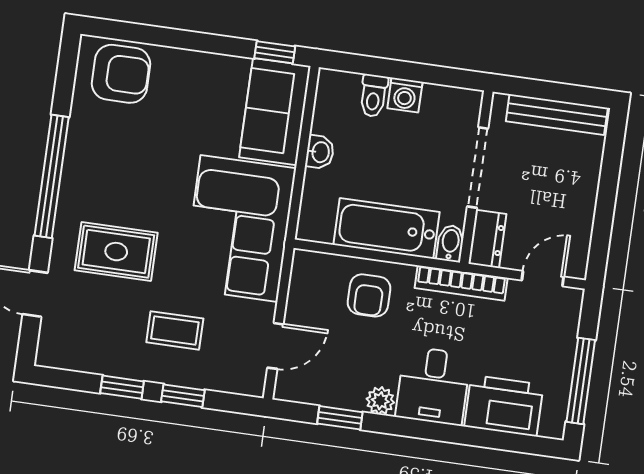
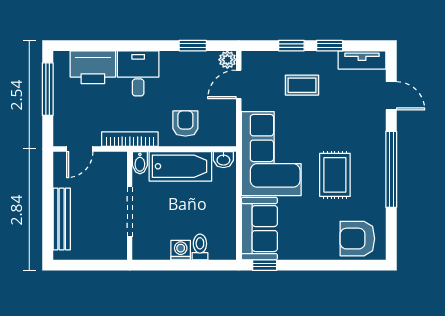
bench: (557, 115) -> (62, 219), moved, turned 90
washbasin: (320, 152) -> (223, 160), moved, turned -90
dresser: (487, 239) -> (117, 169), removed
rug: (116, 252) -> (335, 175), moved, turned 90
tv unit: (74, 357) -> (362, 60), added
plant: (380, 401) -> (227, 60), moved

